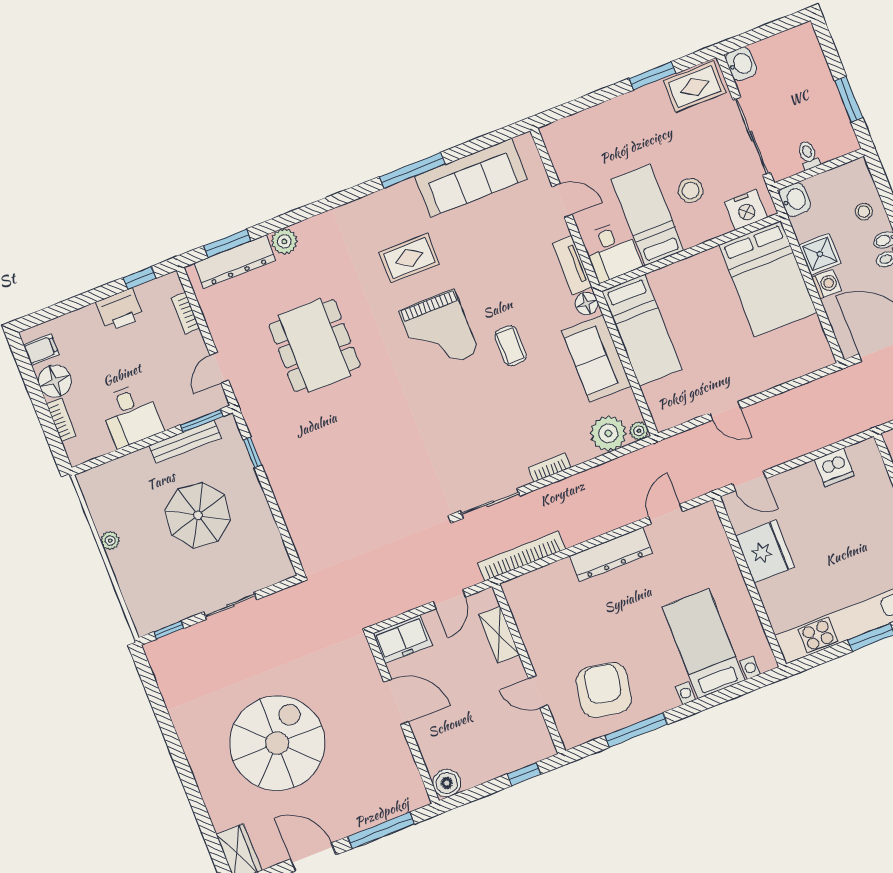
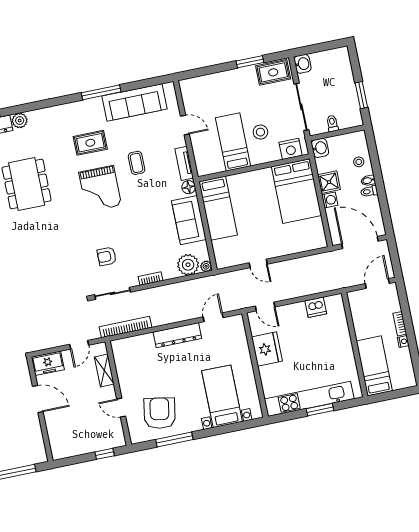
desk: (612, 251) -> (208, 160), removed
coffee table: (511, 346) -> (137, 163), moved
armchair: (470, 443) -> (107, 256), added
boiler: (447, 783) -> (59, 451), removed

